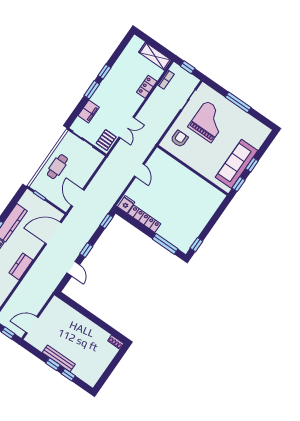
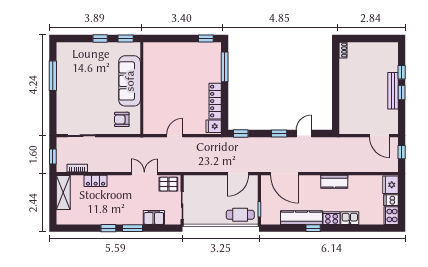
window: (238, 102) -> (53, 76), moved
grand piano: (209, 122) -> (88, 104), removed
sofa: (237, 164) -> (130, 81), moved, turned 90
cafe table: (57, 167) -> (240, 215), moved

